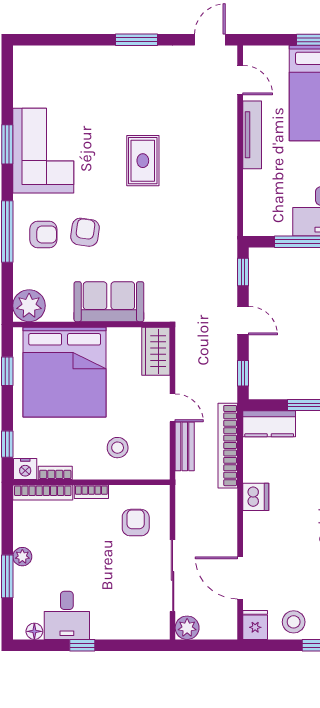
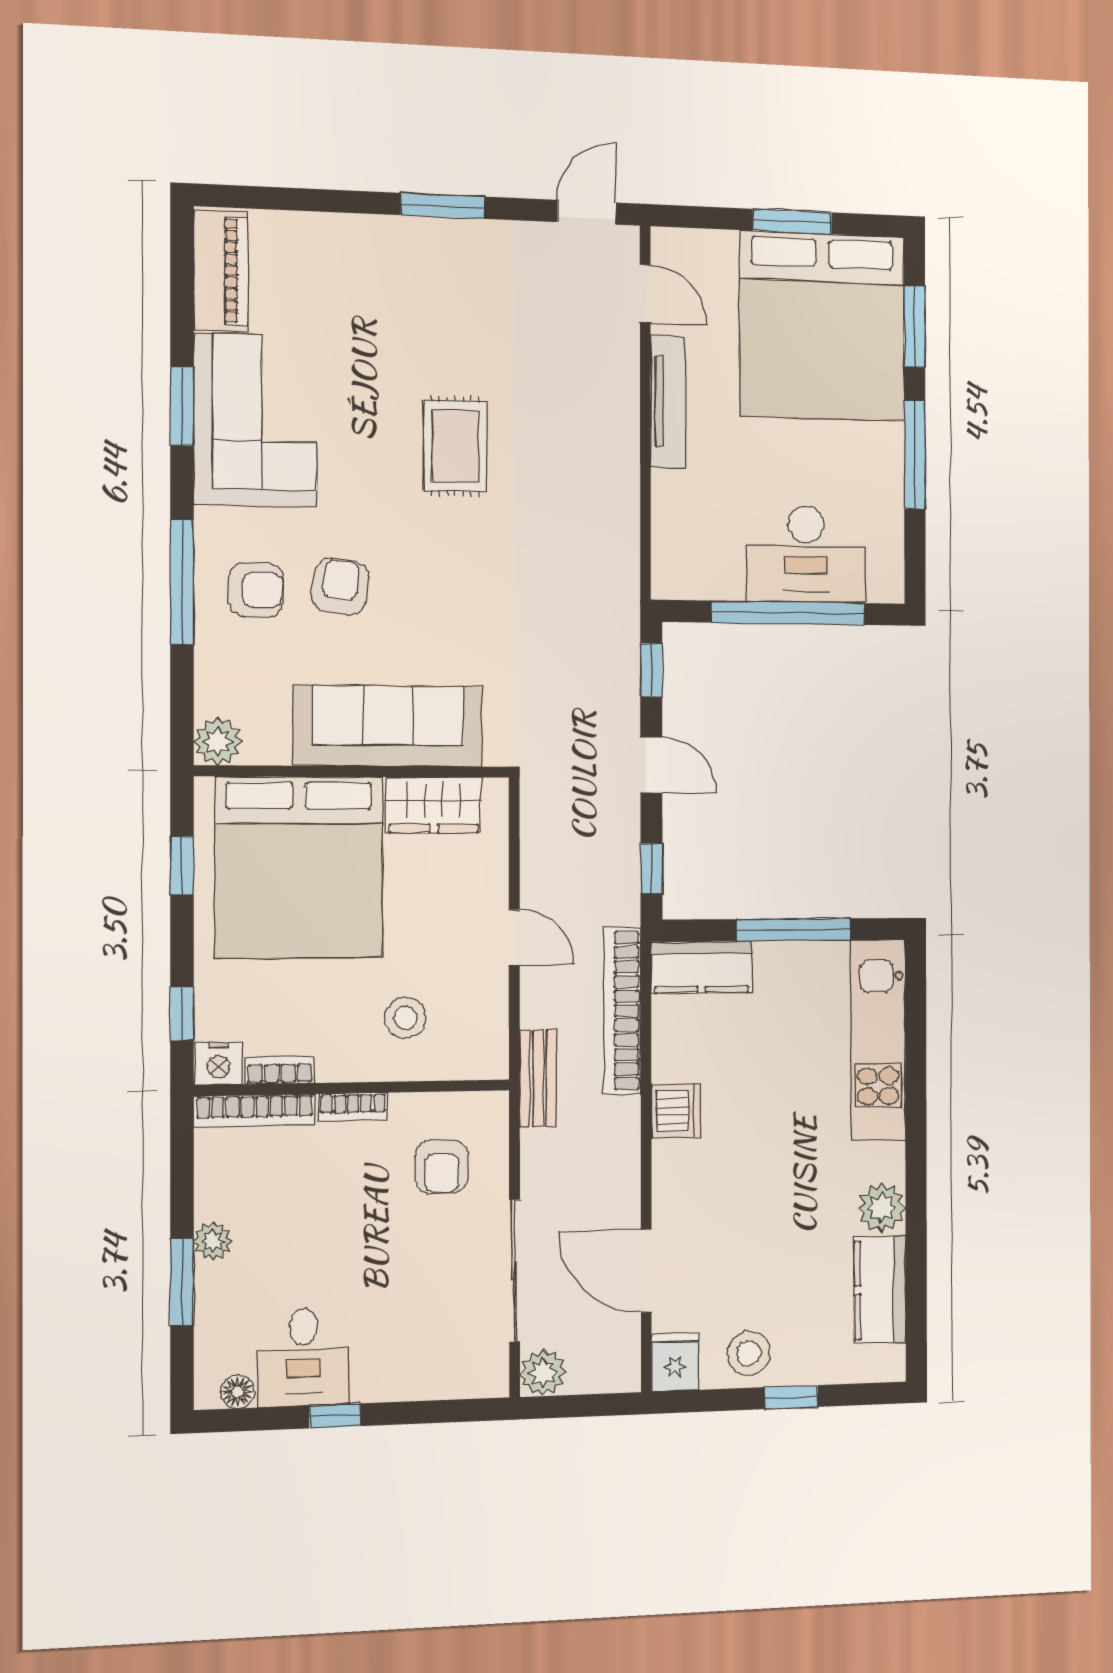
piano: (26, 77) -> (221, 270), added
sofa: (109, 302) -> (388, 726), width x1.36
plant: (29, 306) -> (218, 742), width x0.73, depth x0.73
wardrobe: (156, 351) -> (434, 805), moved, turned -90
bench: (185, 446) -> (538, 1078), moved
armchair: (136, 523) -> (442, 1167), turned 180

